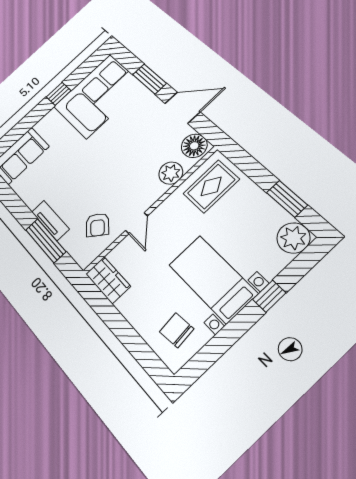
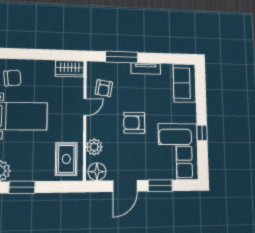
armchair: (107, 161) -> (134, 123), added
tv unit: (50, 220) -> (146, 69), moved
door: (136, 223) -> (85, 107), swing flipped
armchair: (97, 225) -> (104, 88), turned -120

